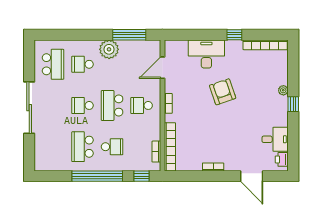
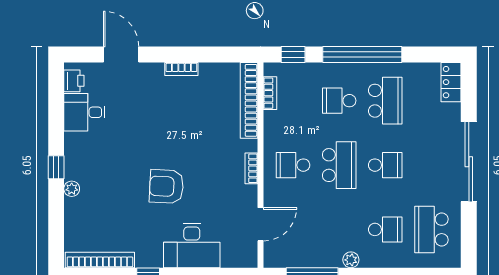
plant: (109, 49) -> (351, 260), width x0.53, depth x0.53
armchair: (223, 92) -> (166, 186), turned 112
school desk: (142, 105) -> (293, 165), turned 180
locker: (40, 159) -> (451, 82), added

